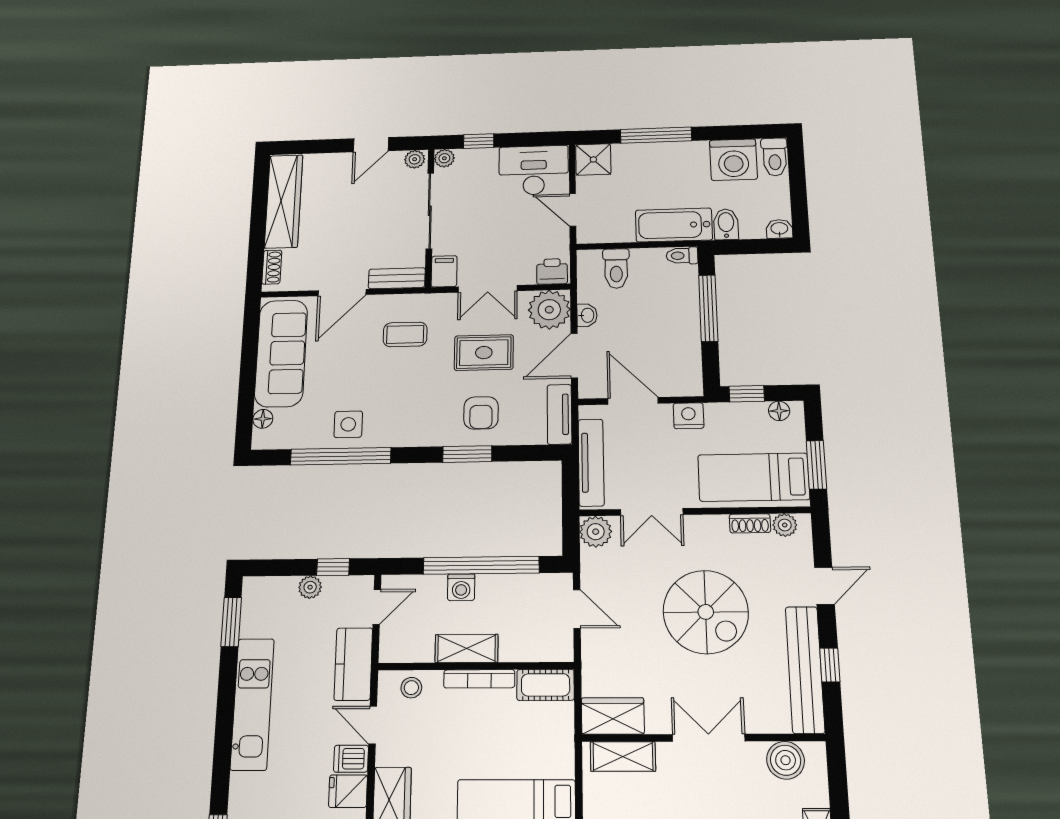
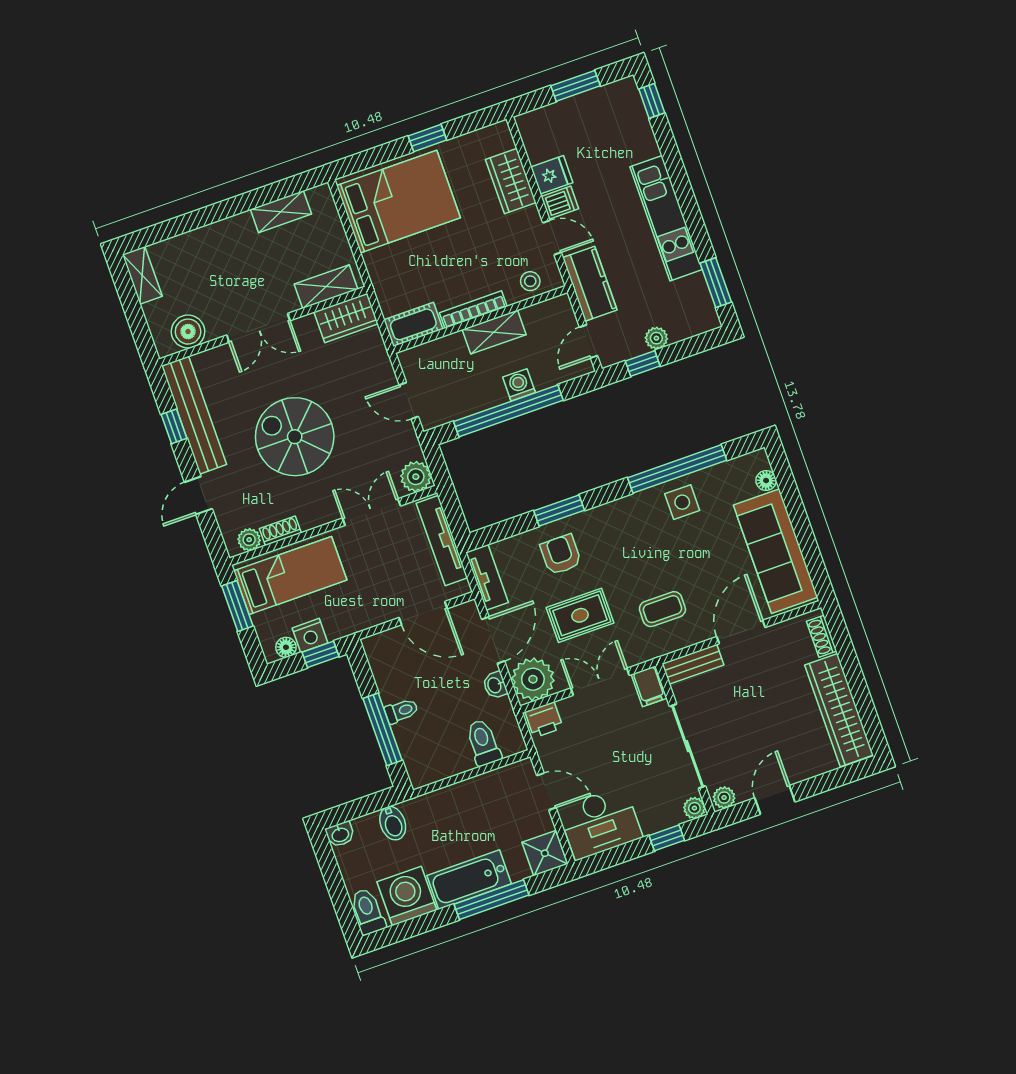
bathtub: (674, 225) -> (469, 880), moved, turned 180
toilet: (682, 256) -> (401, 711), moved
nightstand: (688, 416) -> (310, 635), moved

